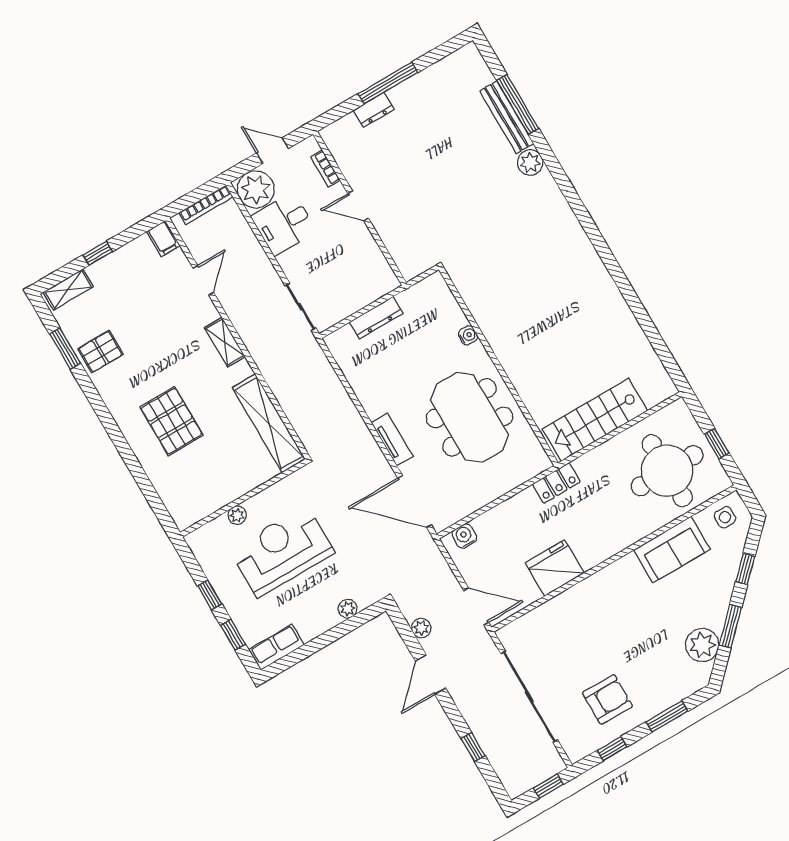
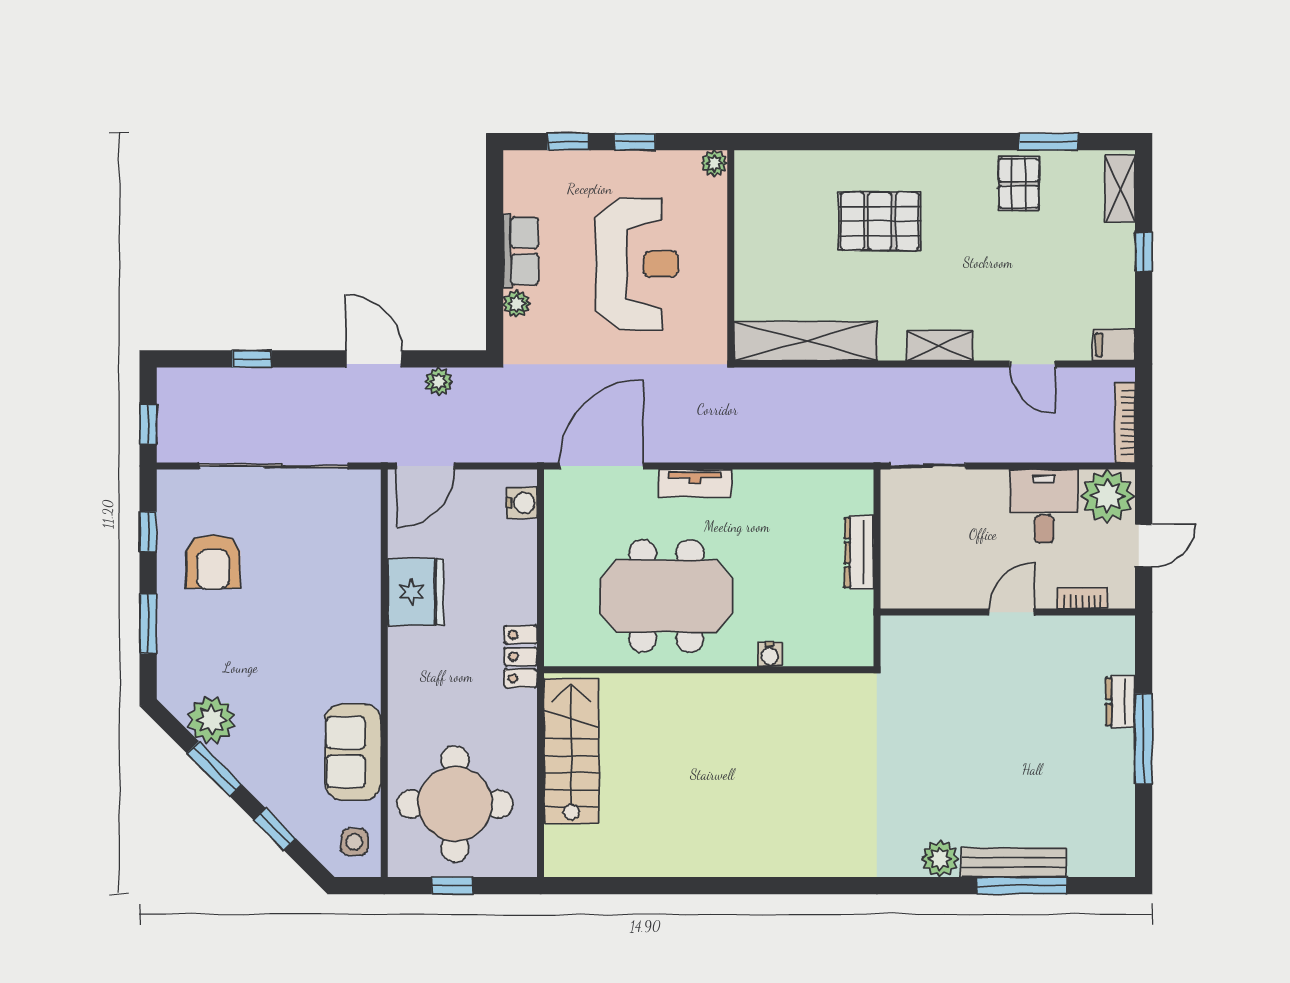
plant: (237, 515) -> (714, 163), moved
row of seats: (276, 647) -> (521, 251), moved

